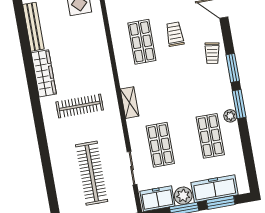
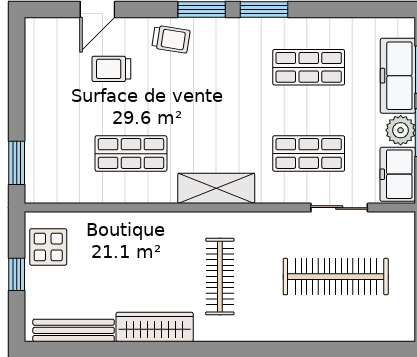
trolley: (175, 34) -> (111, 69), moved
shelving: (130, 103) -> (216, 188), width x1.50, depth x1.33
plant: (230, 116) -> (281, 28), removed

